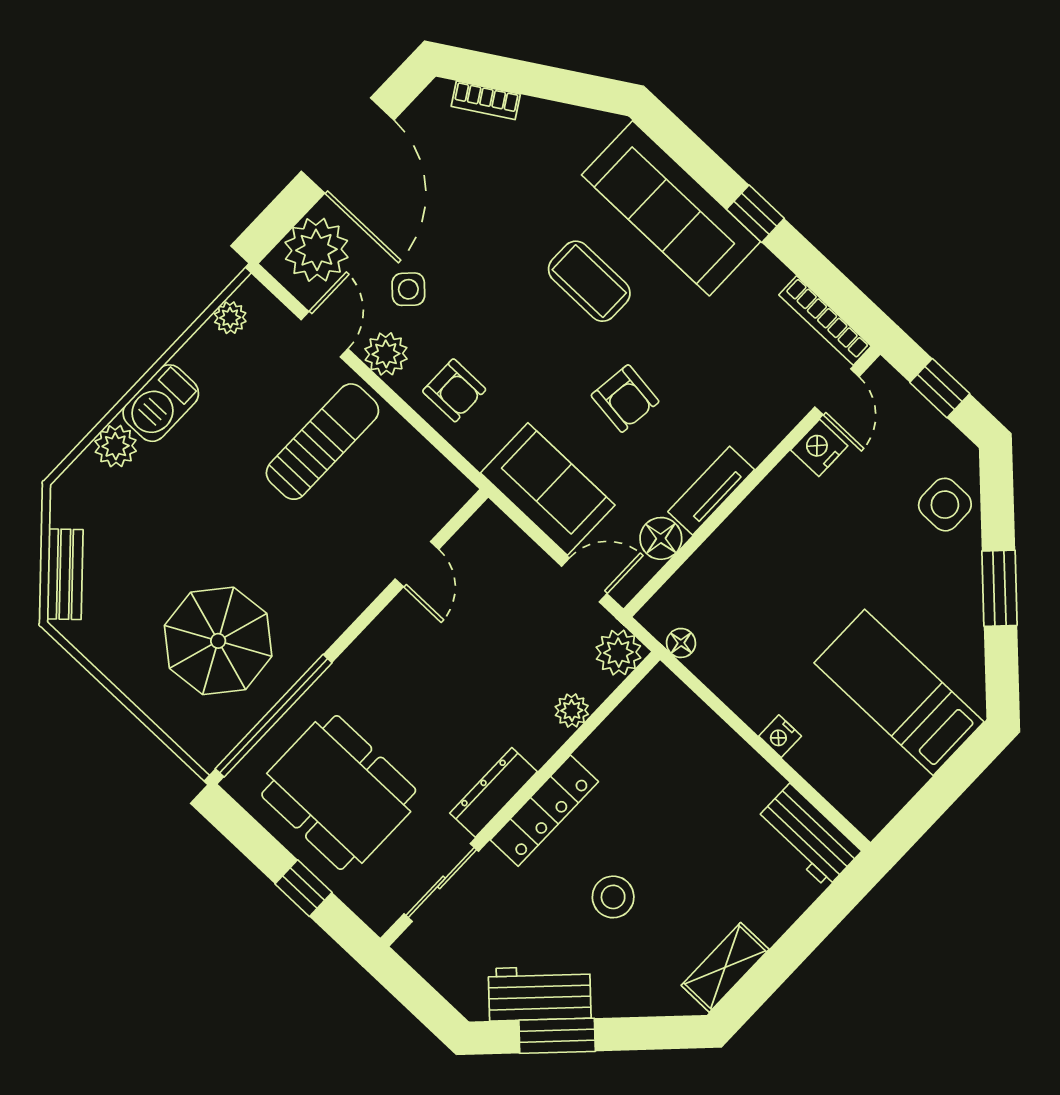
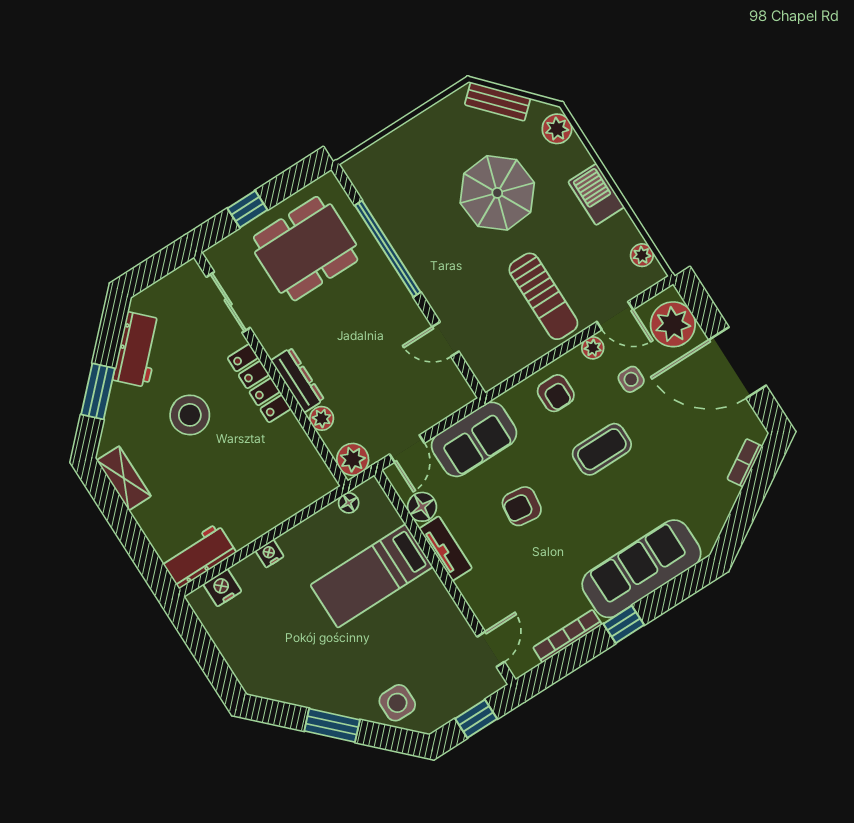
coffee table: (589, 281) -> (602, 449), moved
side table: (408, 289) -> (631, 379), turned 45
bookcase: (825, 321) -> (567, 636), moved
plant: (386, 354) -> (593, 348), width x0.73, depth x0.73
armchair: (454, 390) -> (556, 393), turned -90
door: (837, 392) -> (491, 649), swing flipped
plant: (116, 446) -> (557, 129), moved
nightstand: (819, 448) -> (222, 588), moved, turned -90
parasol: (218, 641) -> (497, 193), moved
bed: (899, 692) -> (372, 576), moved, turned 180
window: (274, 716) -> (388, 249), moved
dresser: (494, 792) -> (298, 380), moved
stool: (613, 897) -> (190, 415), width x1.38, depth x1.38
window: (557, 1036) -> (98, 391), moved

